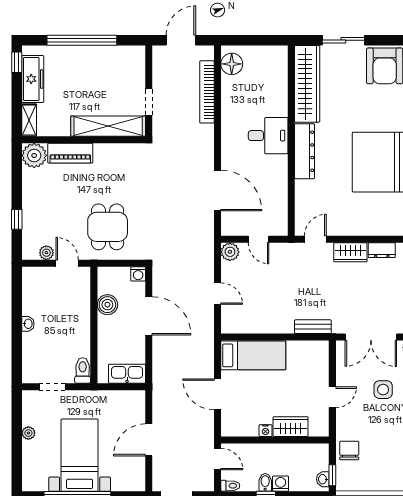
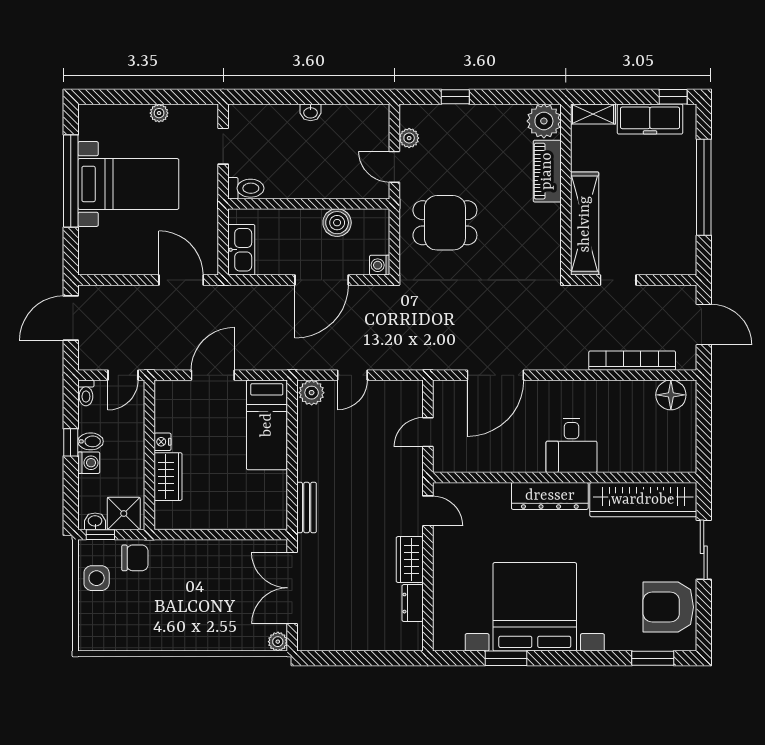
plant: (230, 252) -> (312, 393), moved
door: (67, 263) -> (394, 167), swing flipped
side table: (383, 390) -> (97, 578), moved
door: (332, 397) -> (209, 535), removed
door: (149, 440) -> (181, 280), moved
shower: (317, 458) -> (124, 514), added

